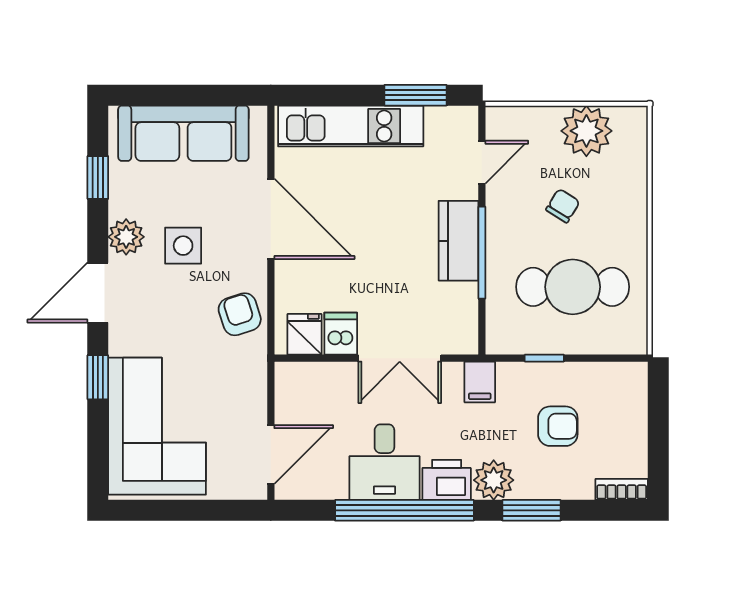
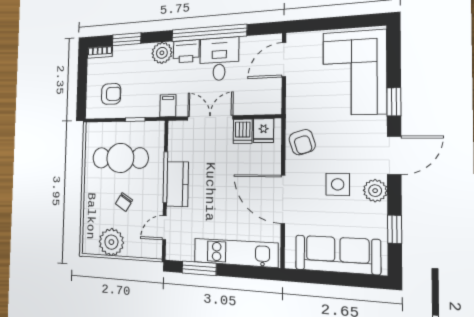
armchair: (558, 426) -> (111, 94), moved, turned 180
window: (531, 510) -> (127, 39), moved

